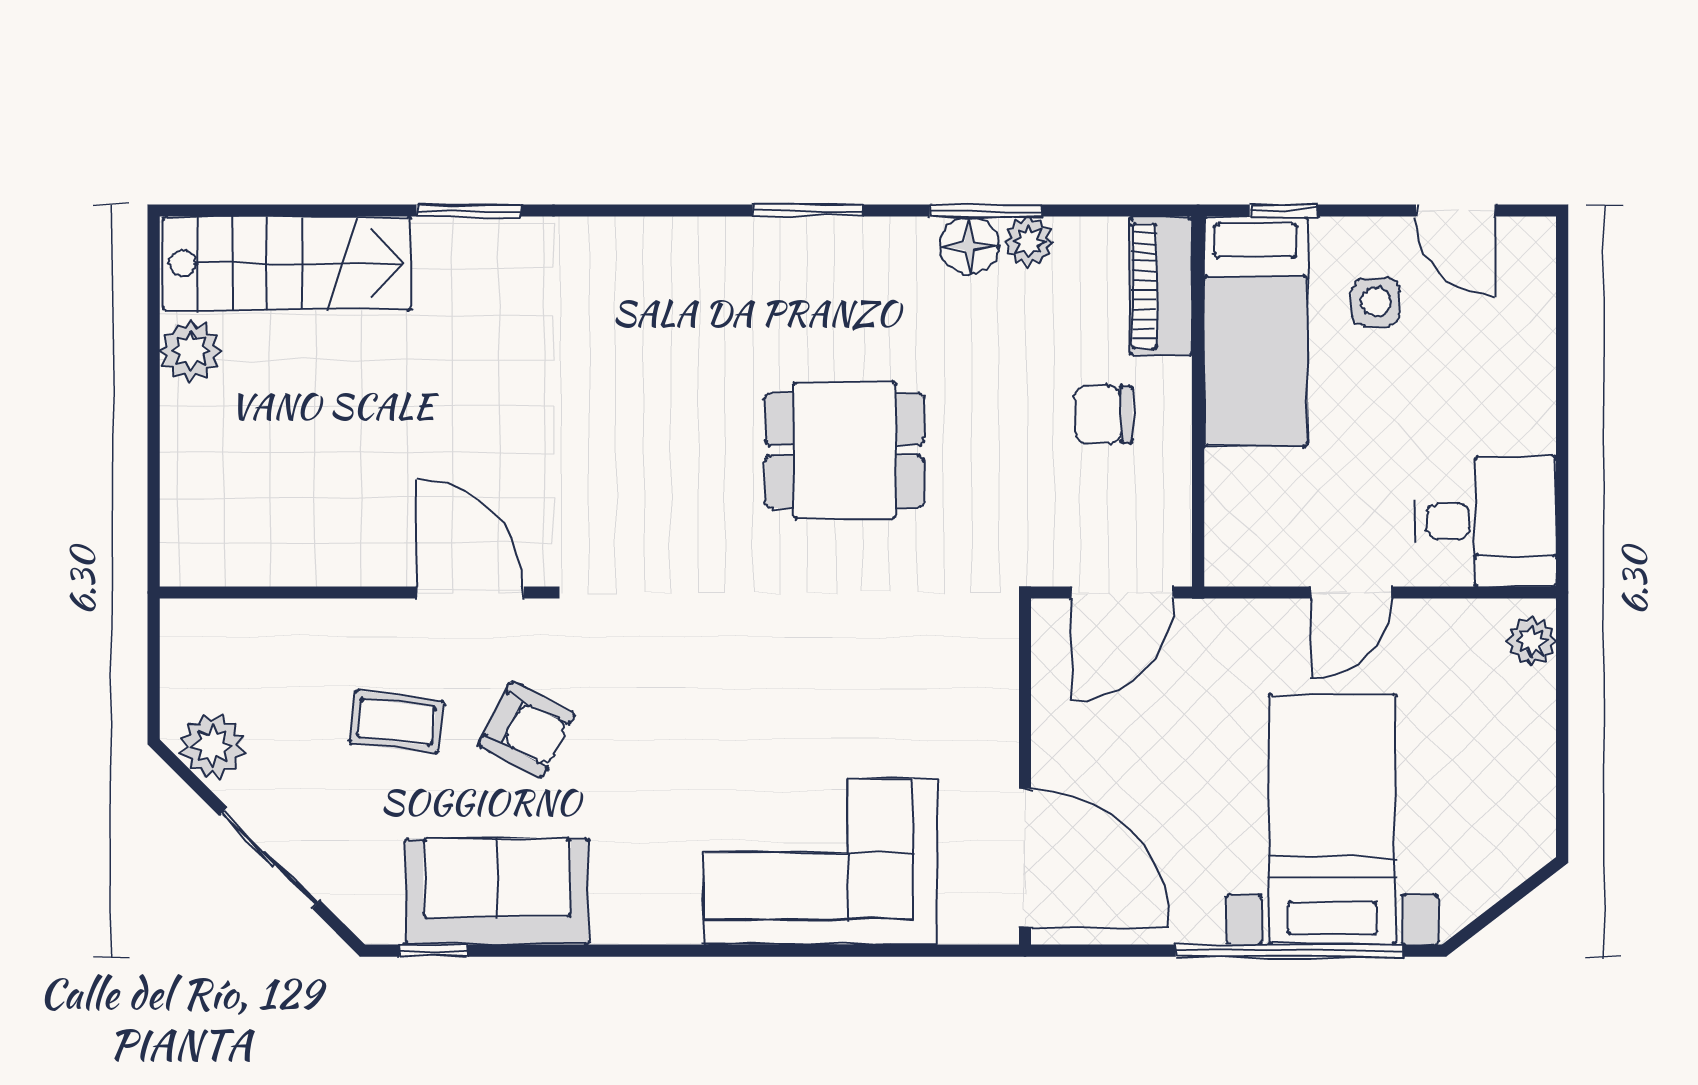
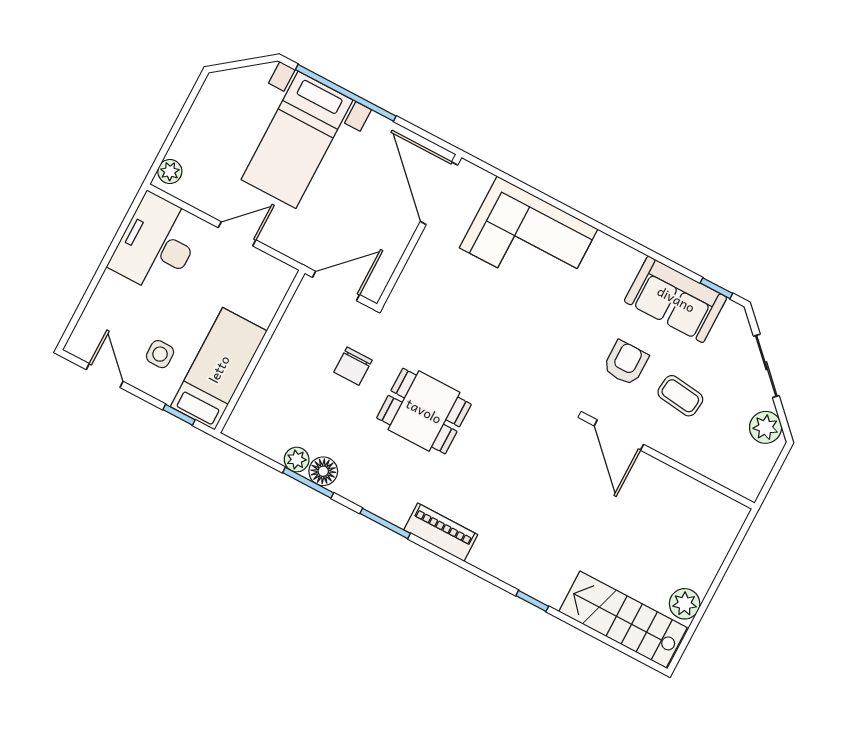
window: (469, 210) -> (532, 601), width x0.67
piano: (1161, 286) -> (441, 532), moved, turned -90
chair: (1103, 415) -> (353, 366), moved, turned 91
desk: (1486, 522) -> (157, 244), width x1.37
armchair: (526, 730) -> (626, 363), turned 63

